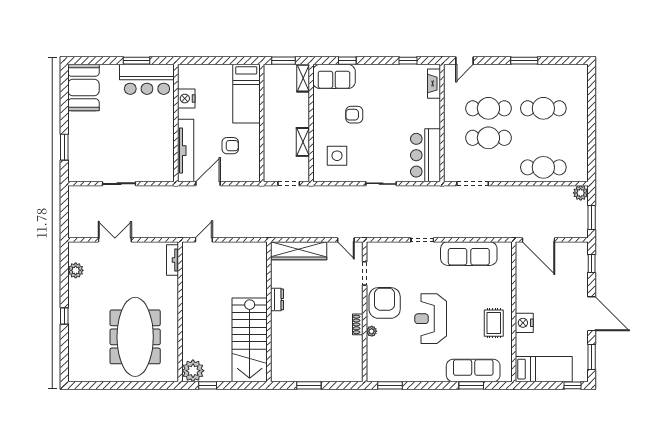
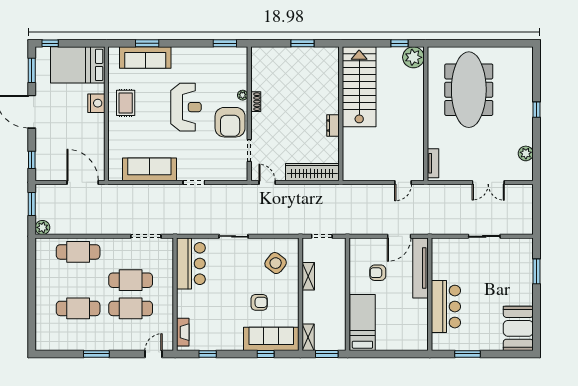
sofa: (334, 76) -> (271, 339), width x1.36
bar counter: (147, 79) -> (446, 307), moved, turned 90
nightstand: (186, 99) -> (420, 318), removed
side table: (337, 156) -> (276, 263), turned 38
bed: (544, 369) -> (78, 65), width x1.50

